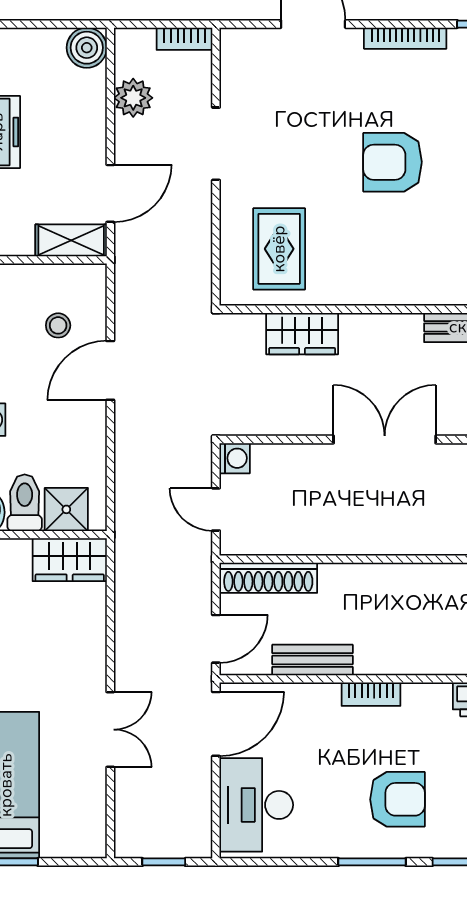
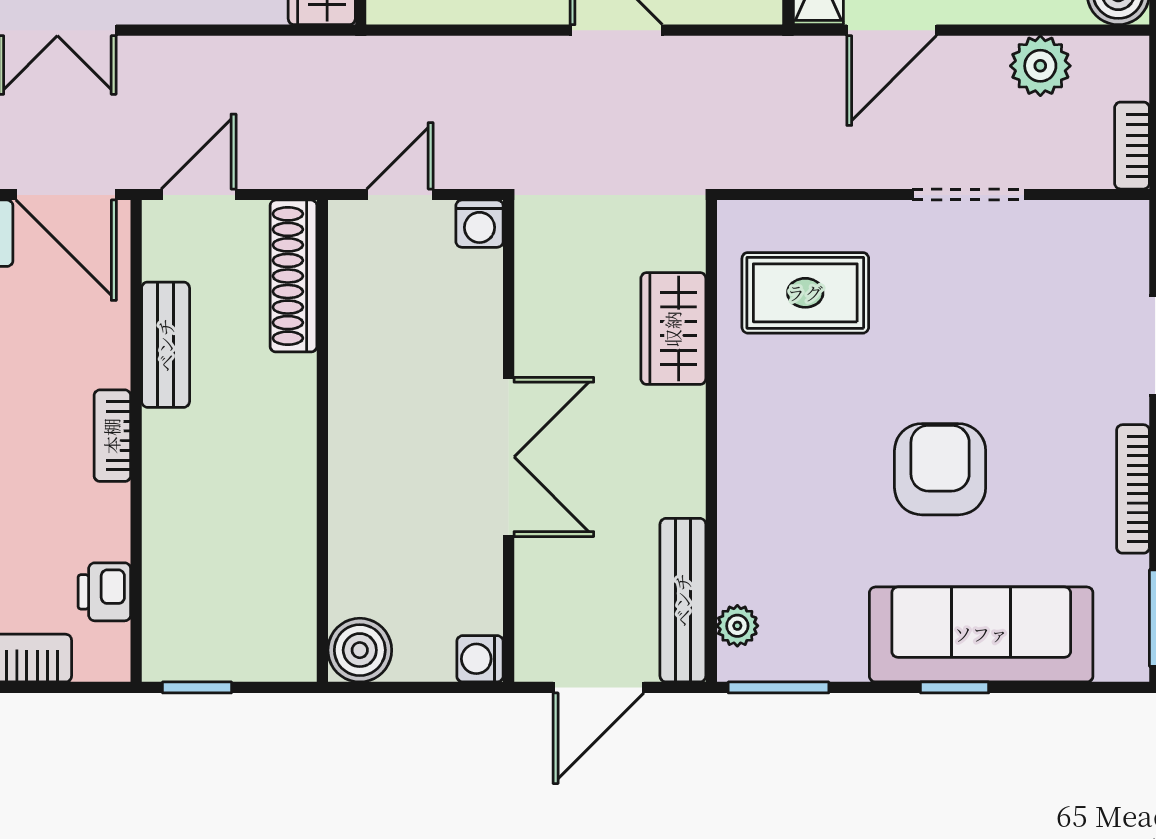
door: (110, 193) -> (892, 30), hinge flipped
door: (216, 639) -> (199, 195), swing flipped

